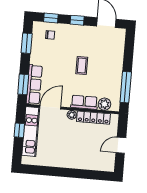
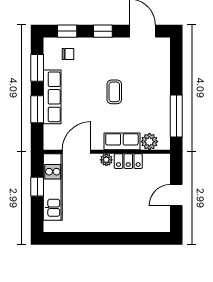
window: (23, 84) -> (37, 109), moved
row of seats: (34, 85) -> (52, 97), moved
locker: (93, 118) -> (128, 161), width x0.66

